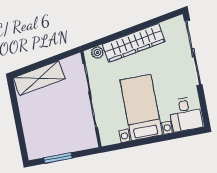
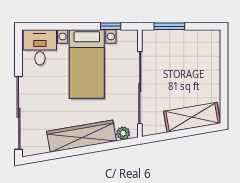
window: (126, 145) -> (111, 26), added
window: (58, 158) -> (169, 26), moved

